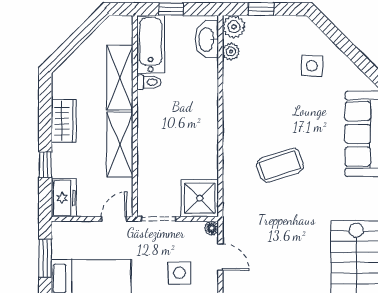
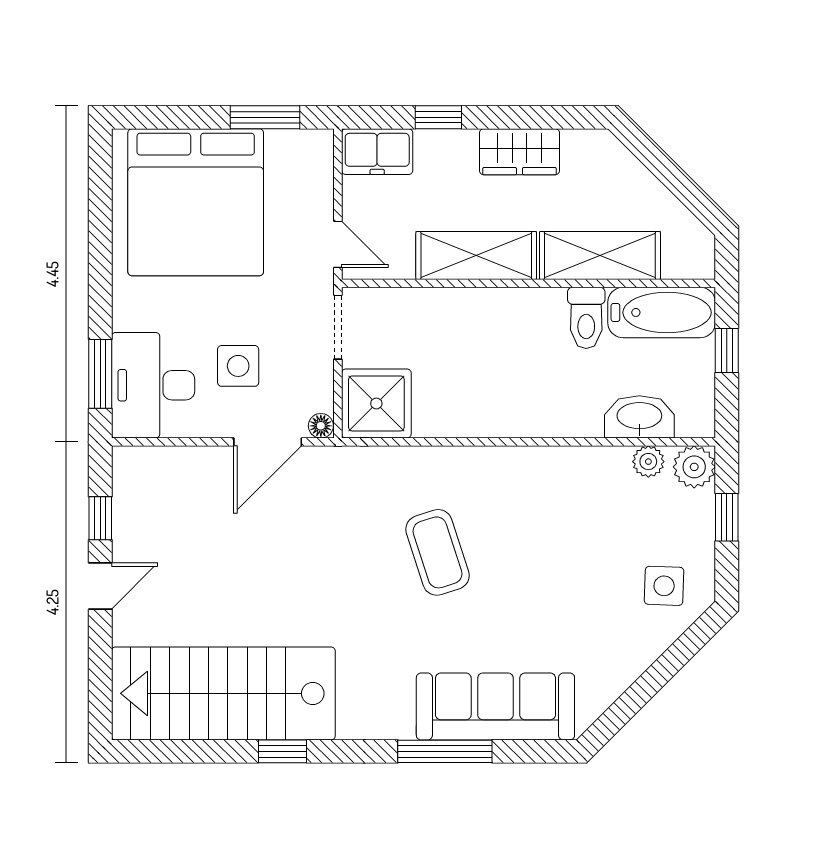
washbasin: (207, 39) -> (639, 417), moved
side table: (312, 66) -> (664, 586), moved
toilet: (149, 82) -> (586, 318), width x1.37, depth x1.39
door: (220, 257) -> (268, 442), width x1.38

